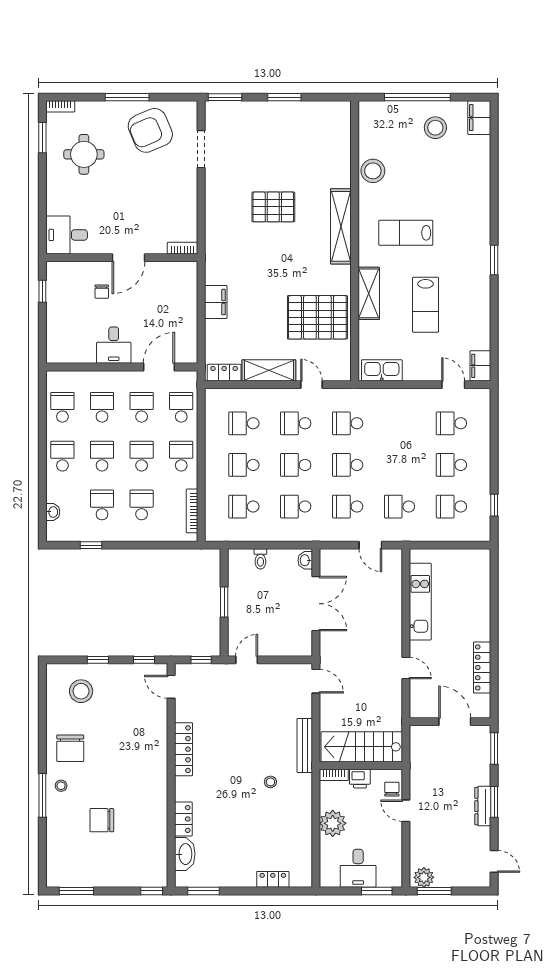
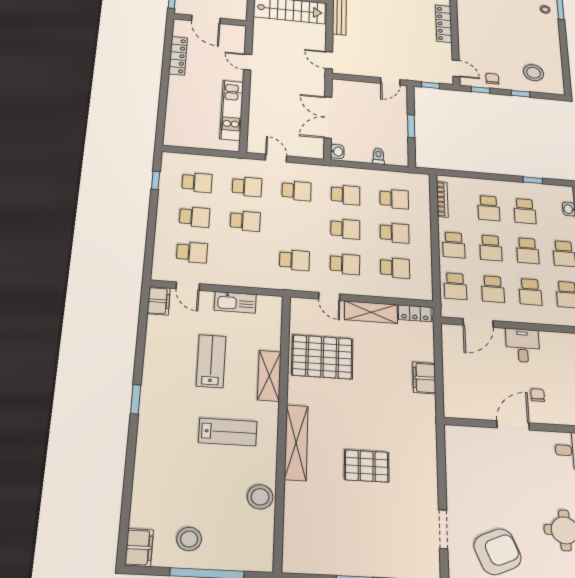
bookcase: (183, 248) -> (459, 431), removed
kitchen sink: (382, 370) -> (235, 302), moved
school desk: (348, 465) -> (245, 221), moved
chair: (70, 748) -> (492, 79), moved, width x0.54, depth x0.54

